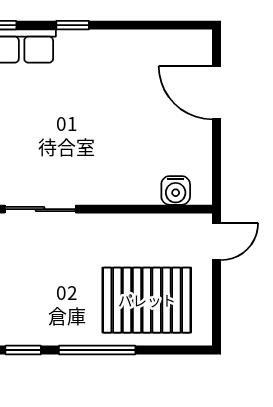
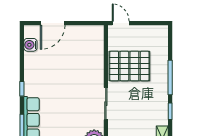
water cooler: (176, 190) -> (30, 45), moved, turned 180
pallet: (147, 300) -> (129, 66), moved, turned 90

